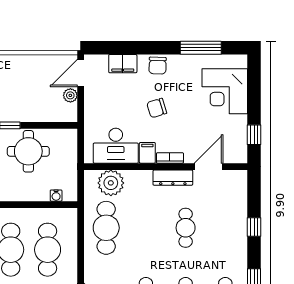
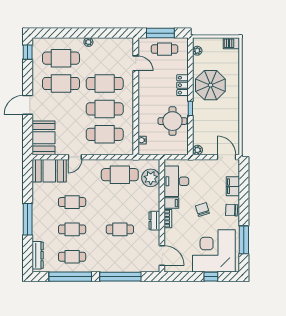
corner desk: (225, 91) -> (214, 251), width x1.36, depth x1.36
plant: (70, 95) -> (198, 150), moved
window: (254, 135) -> (211, 277), moved
door: (208, 167) -> (162, 255), moved
dresser: (173, 178) -> (154, 221), width x0.70
window: (254, 227) -> (120, 277), width x3.17

